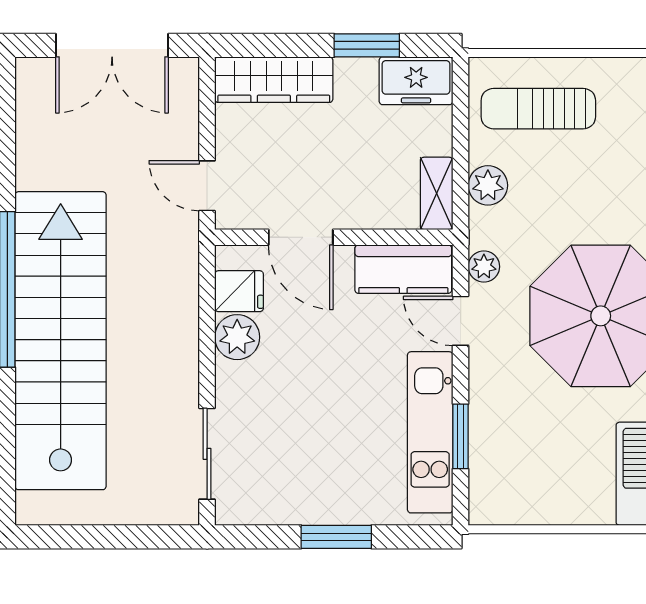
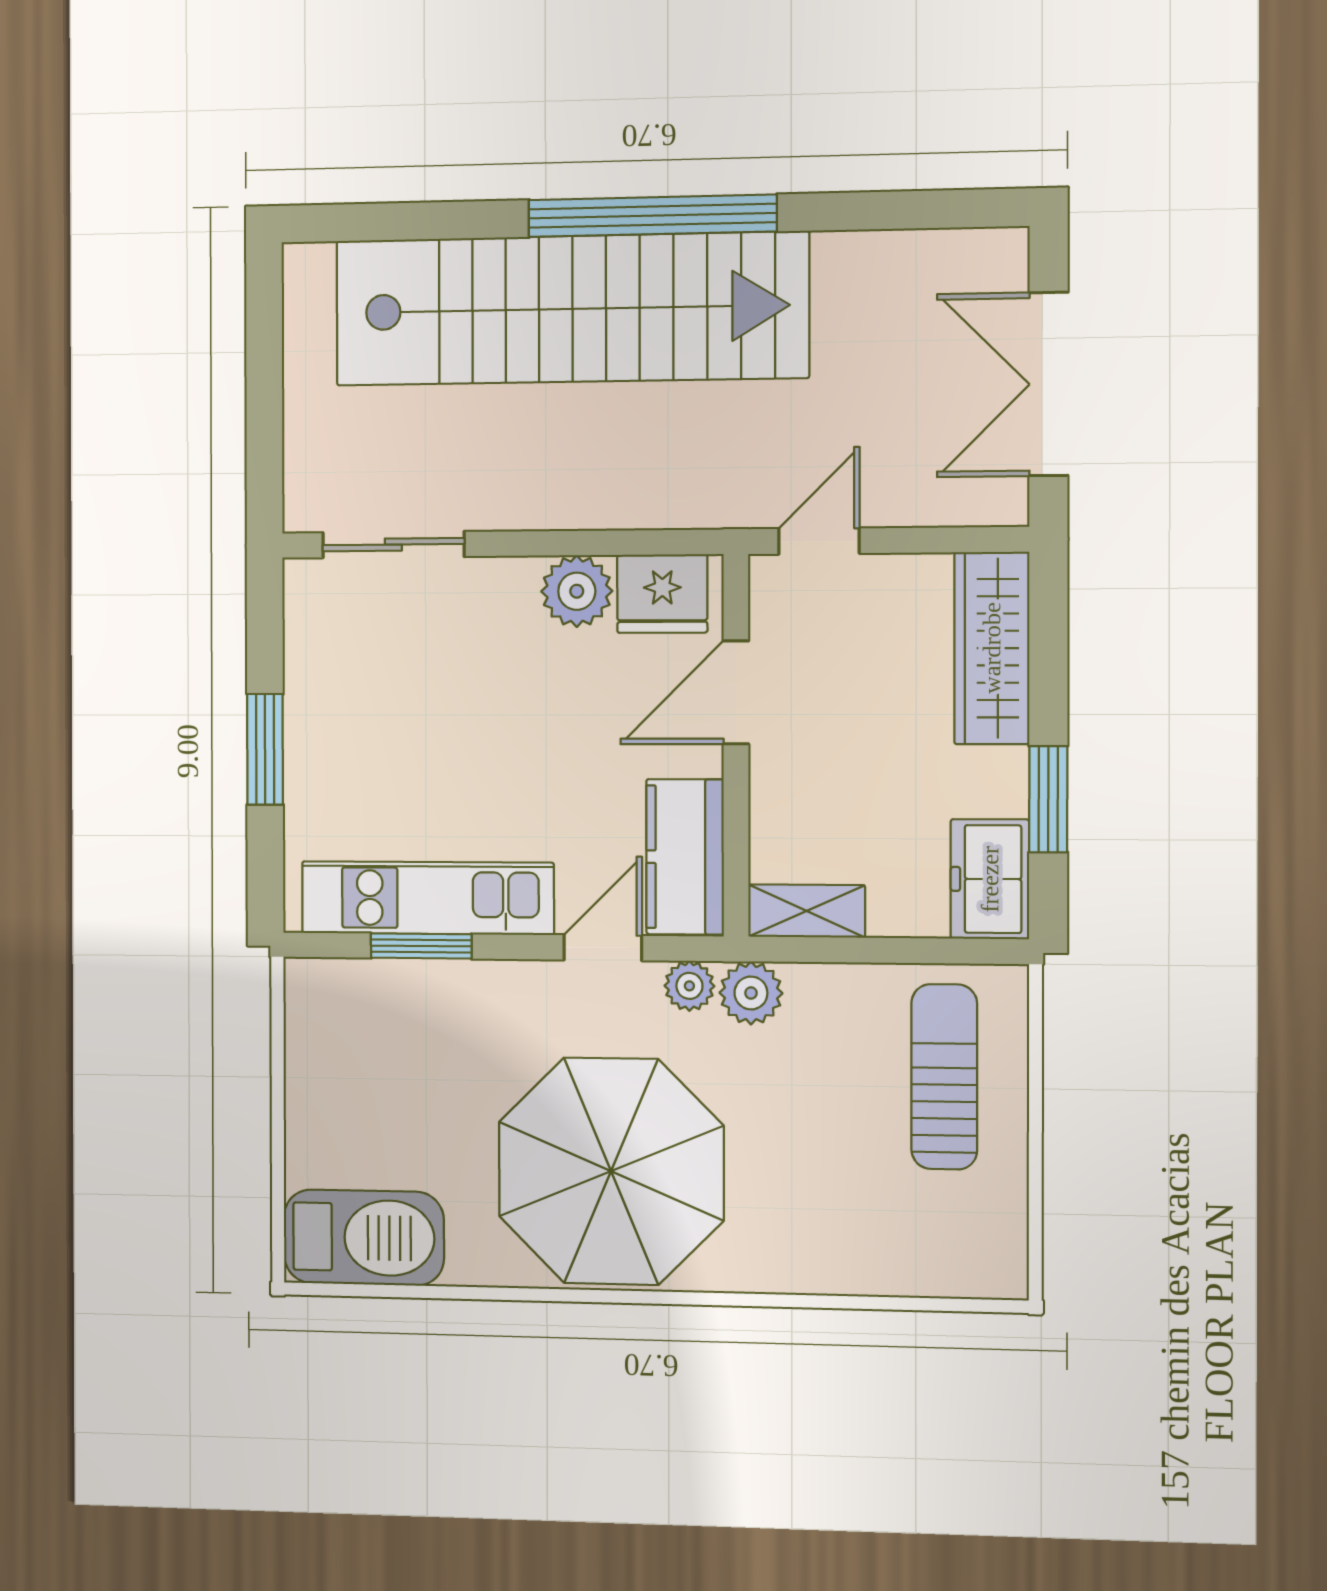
plant: (488, 185) -> (751, 993), moved
fridge: (239, 291) -> (662, 594), width x1.38

